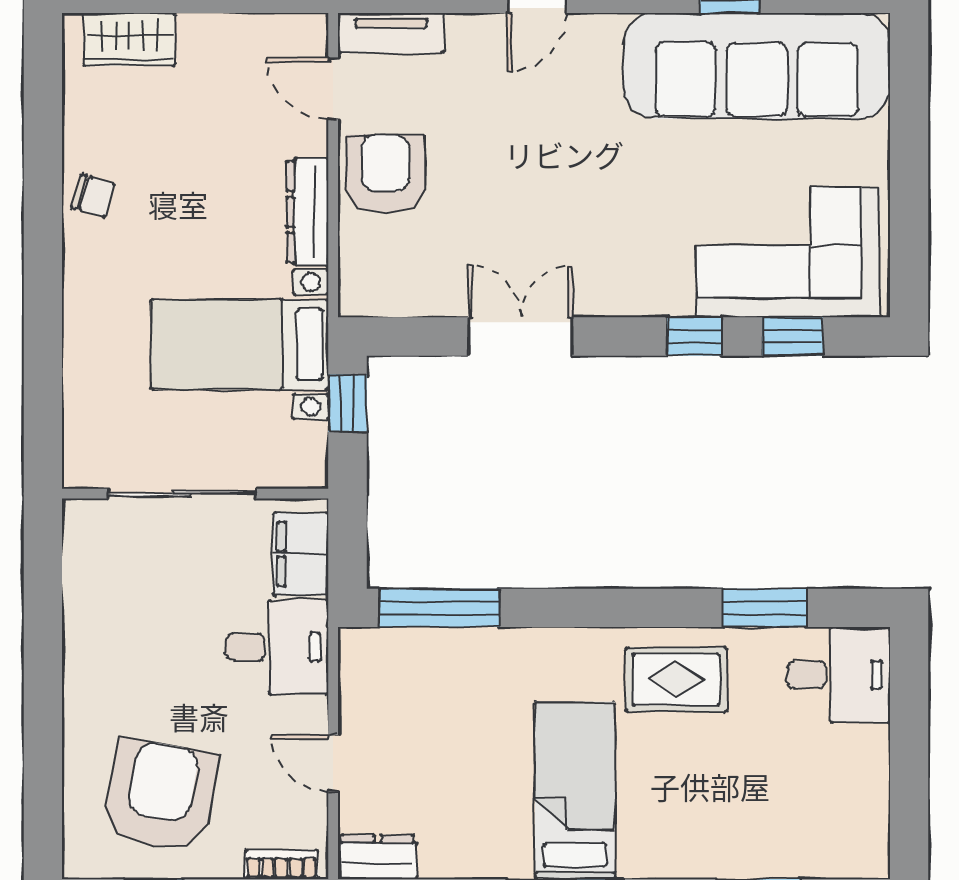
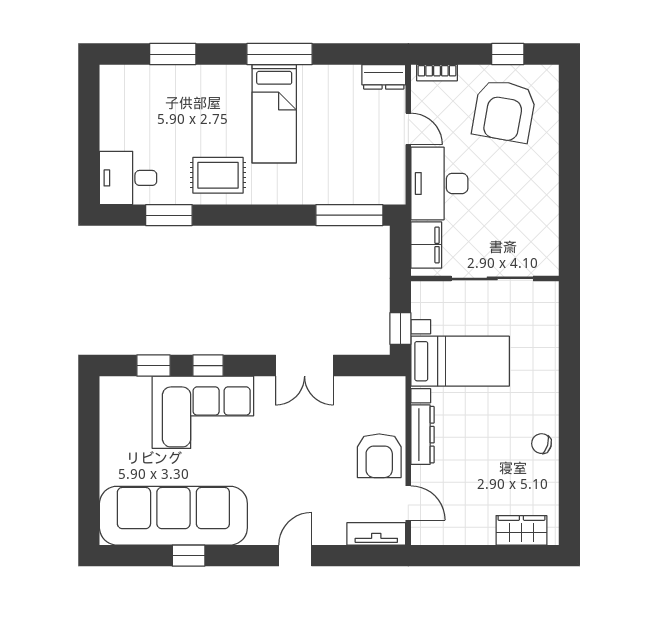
corner sofa: (788, 252) -> (203, 412), moved
desk: (277, 647) -> (439, 183), width x1.37

